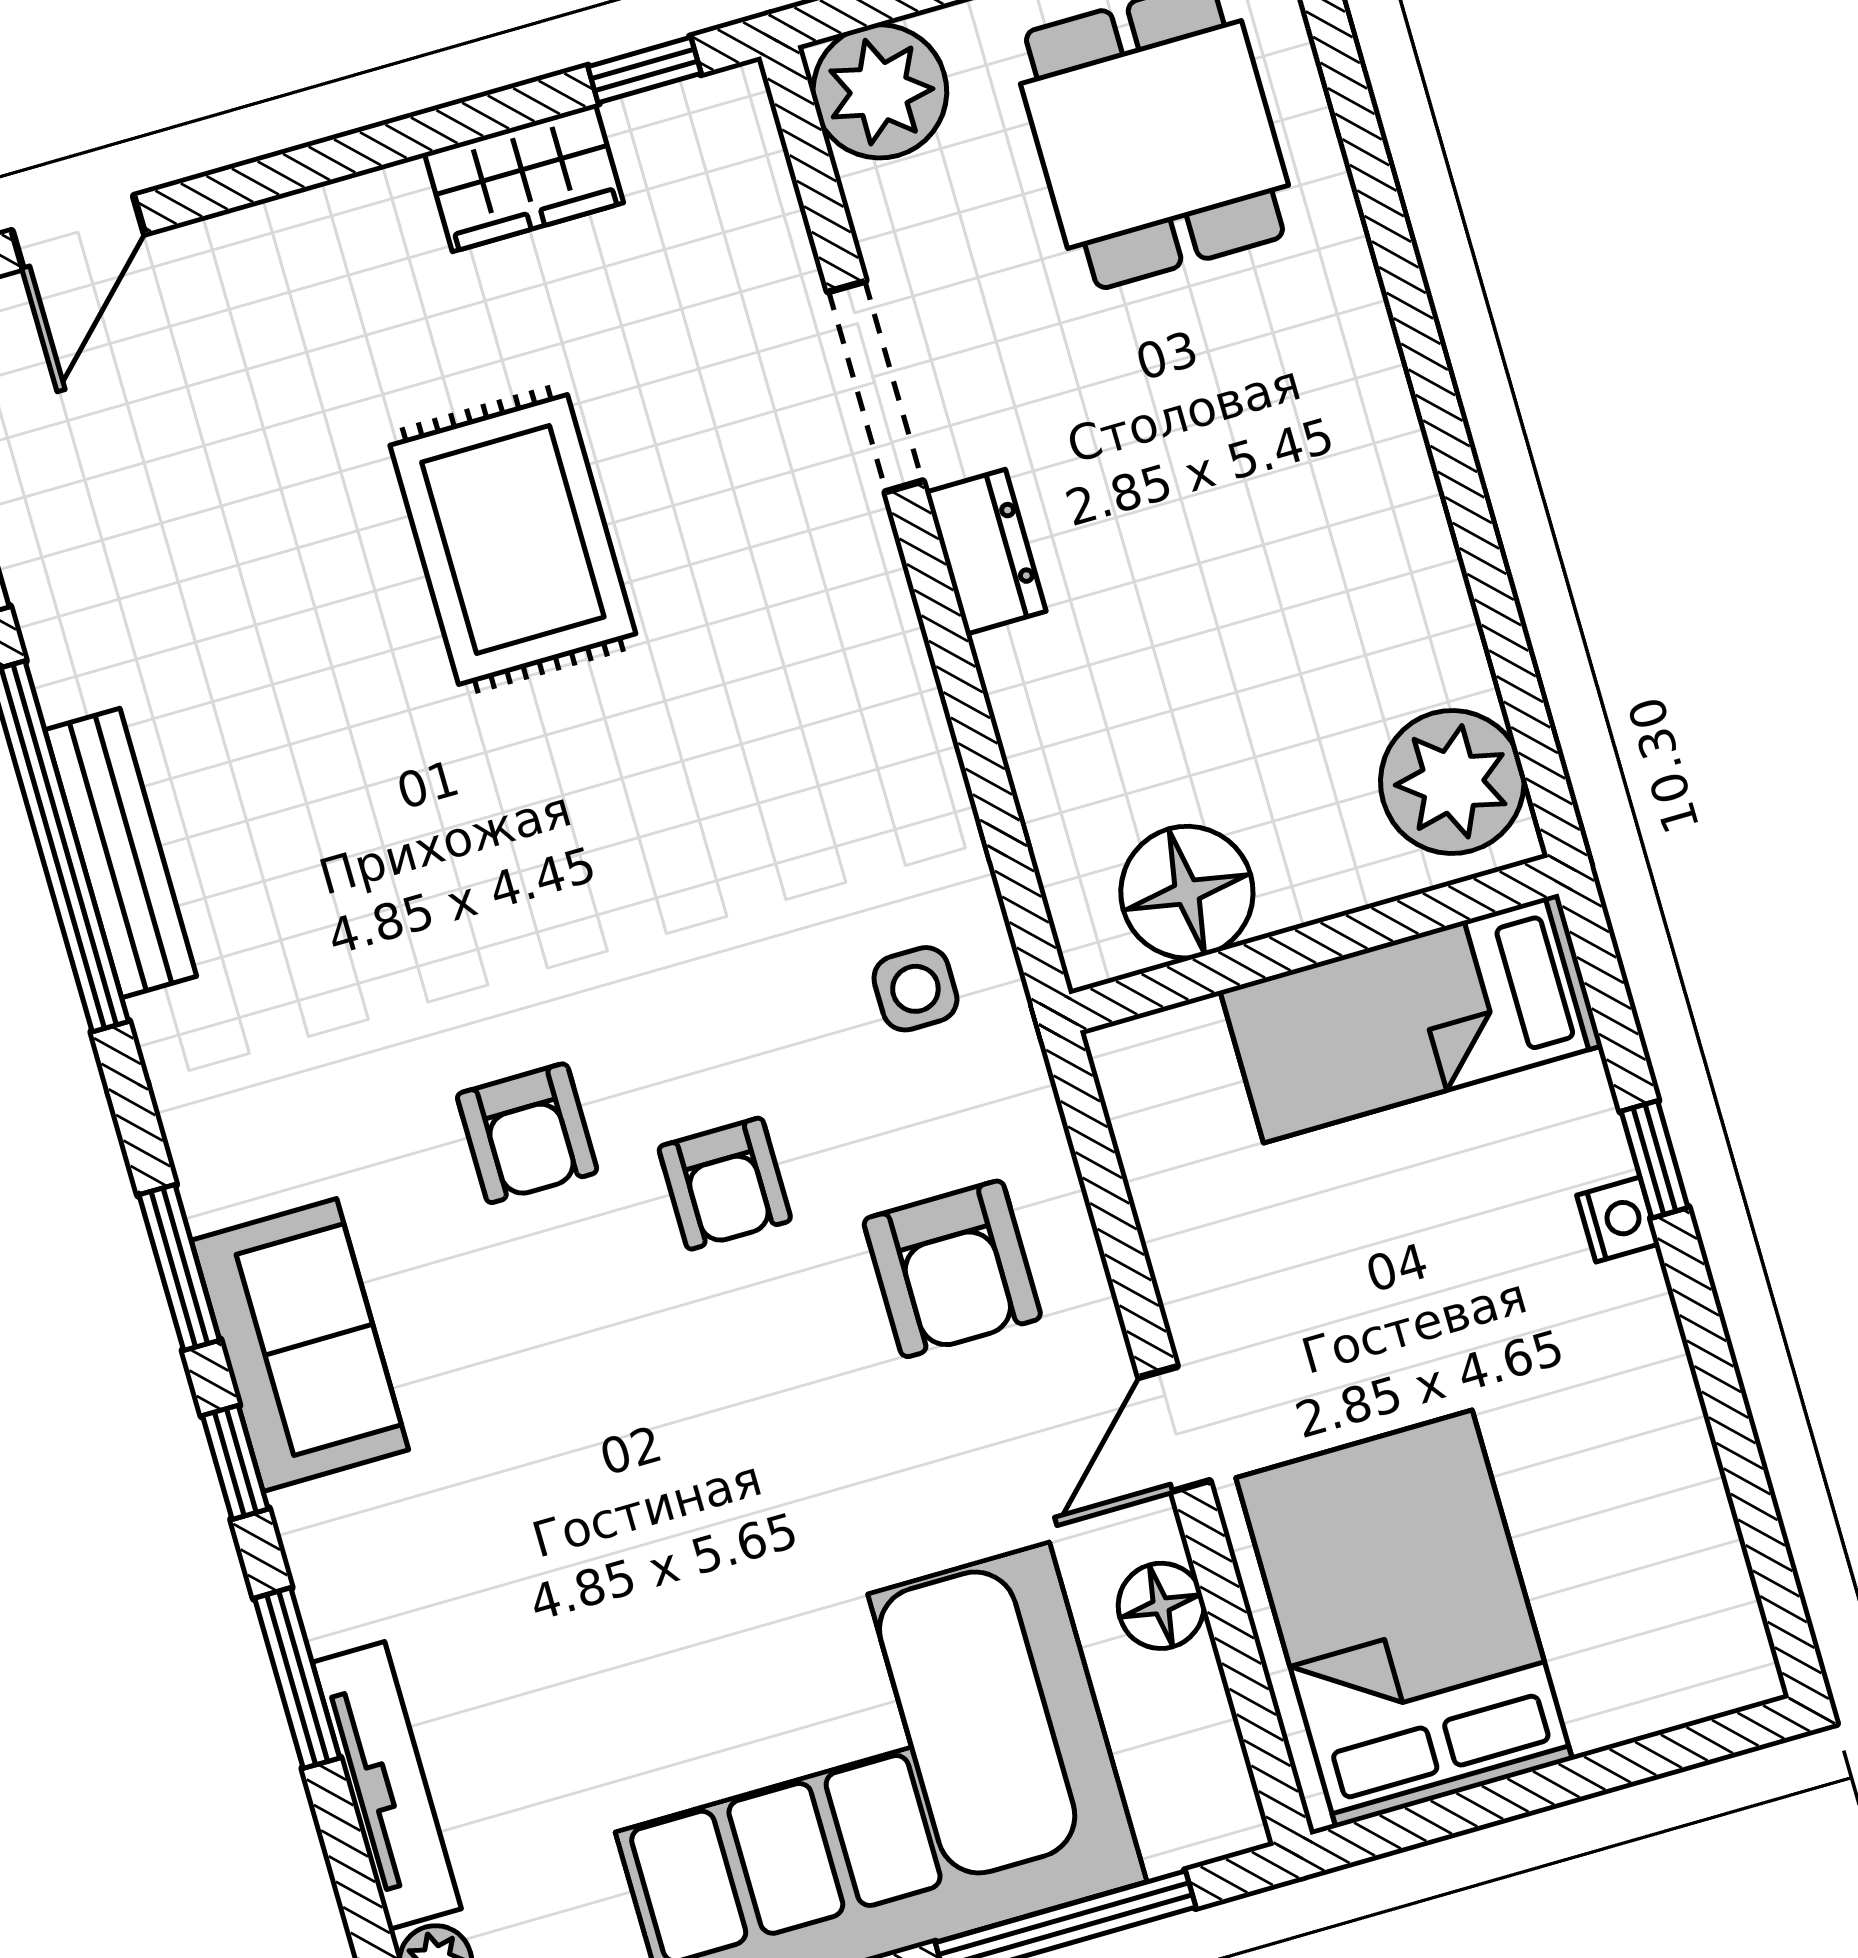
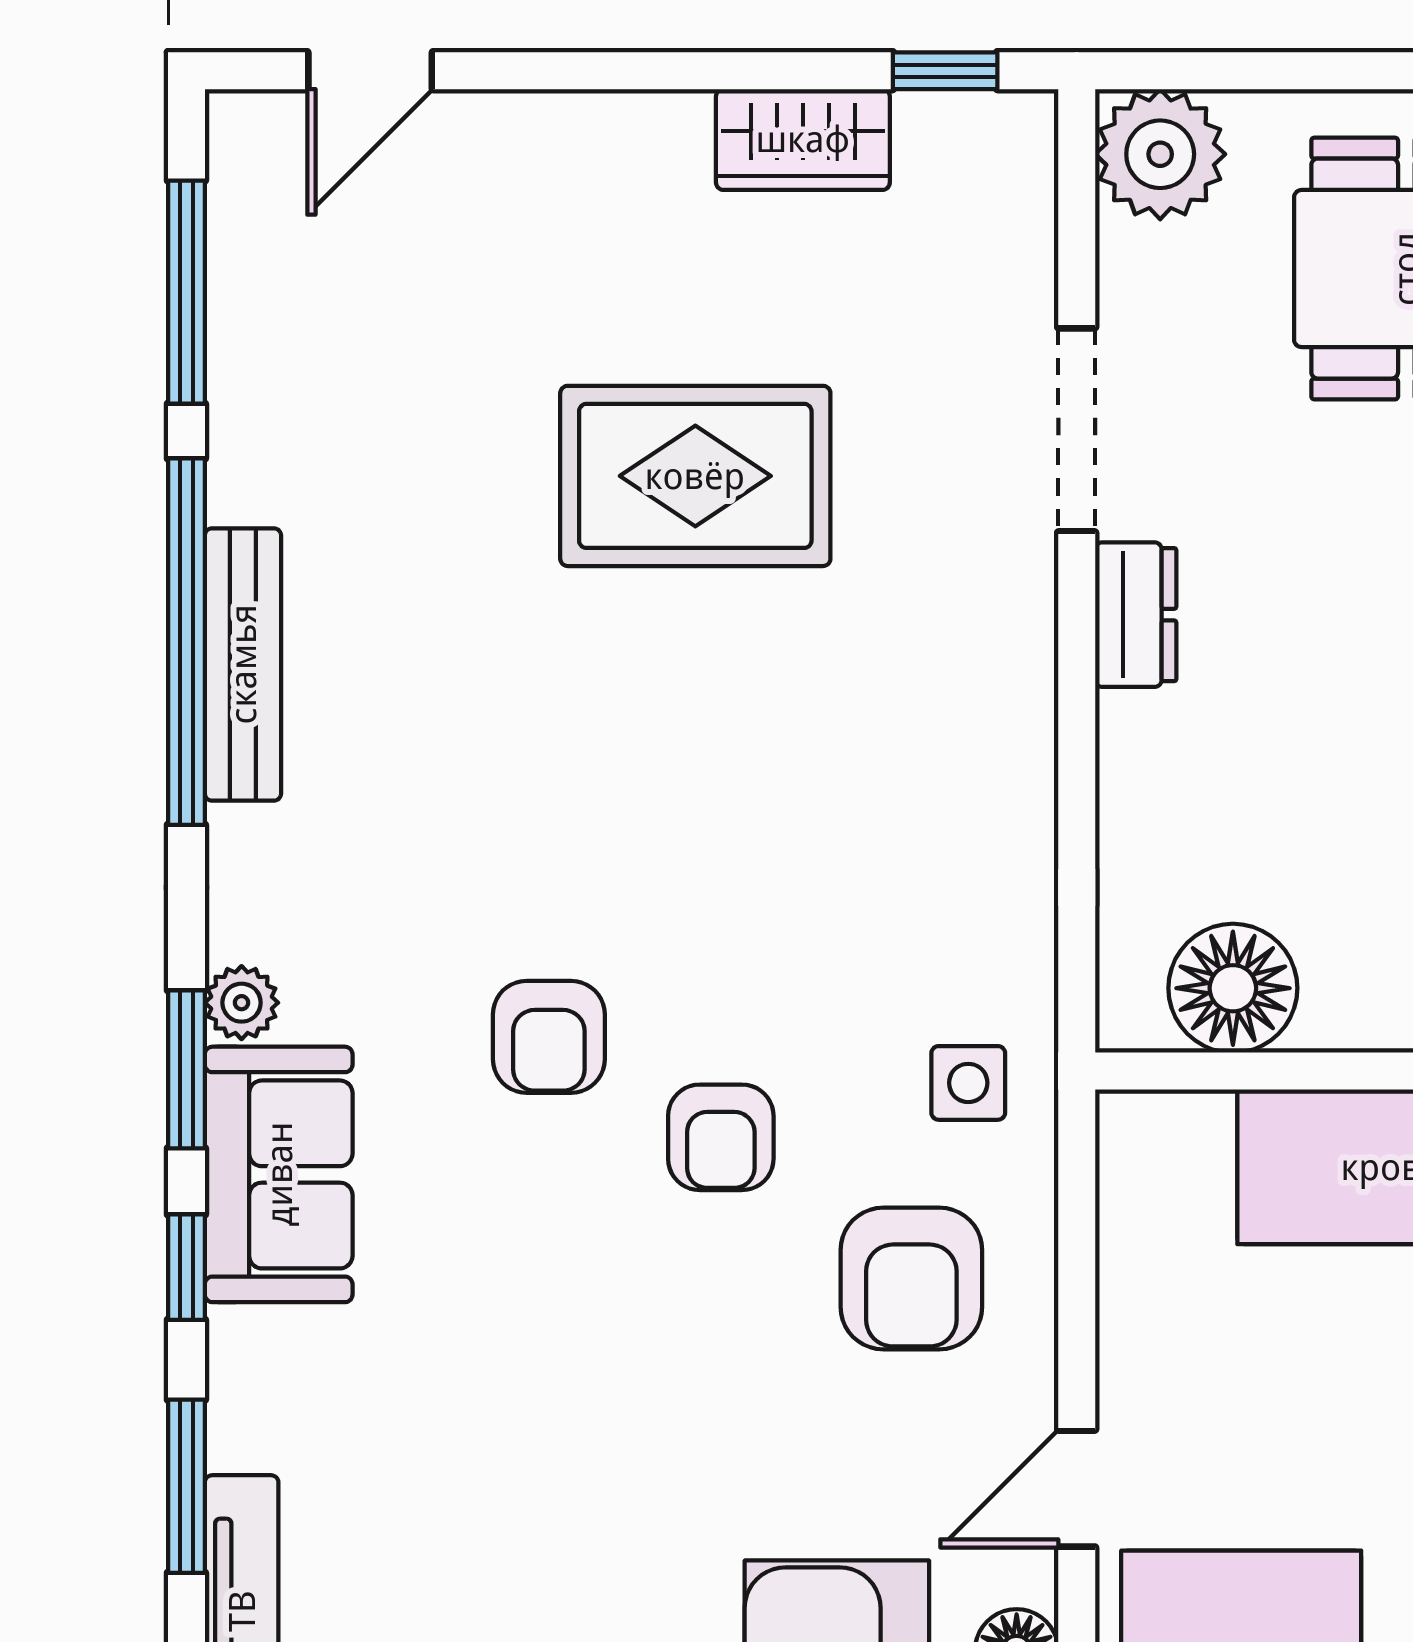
rug: (513, 540) -> (695, 476), turned 90
side table: (915, 989) -> (968, 1083), moved
plant: (215, 1186) -> (242, 1003), added

